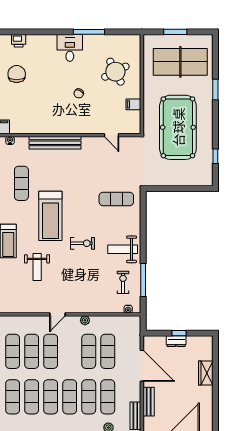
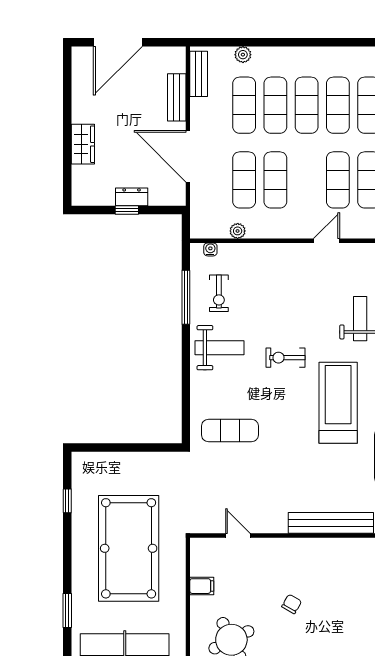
plant: (85, 320) -> (238, 231), moved

